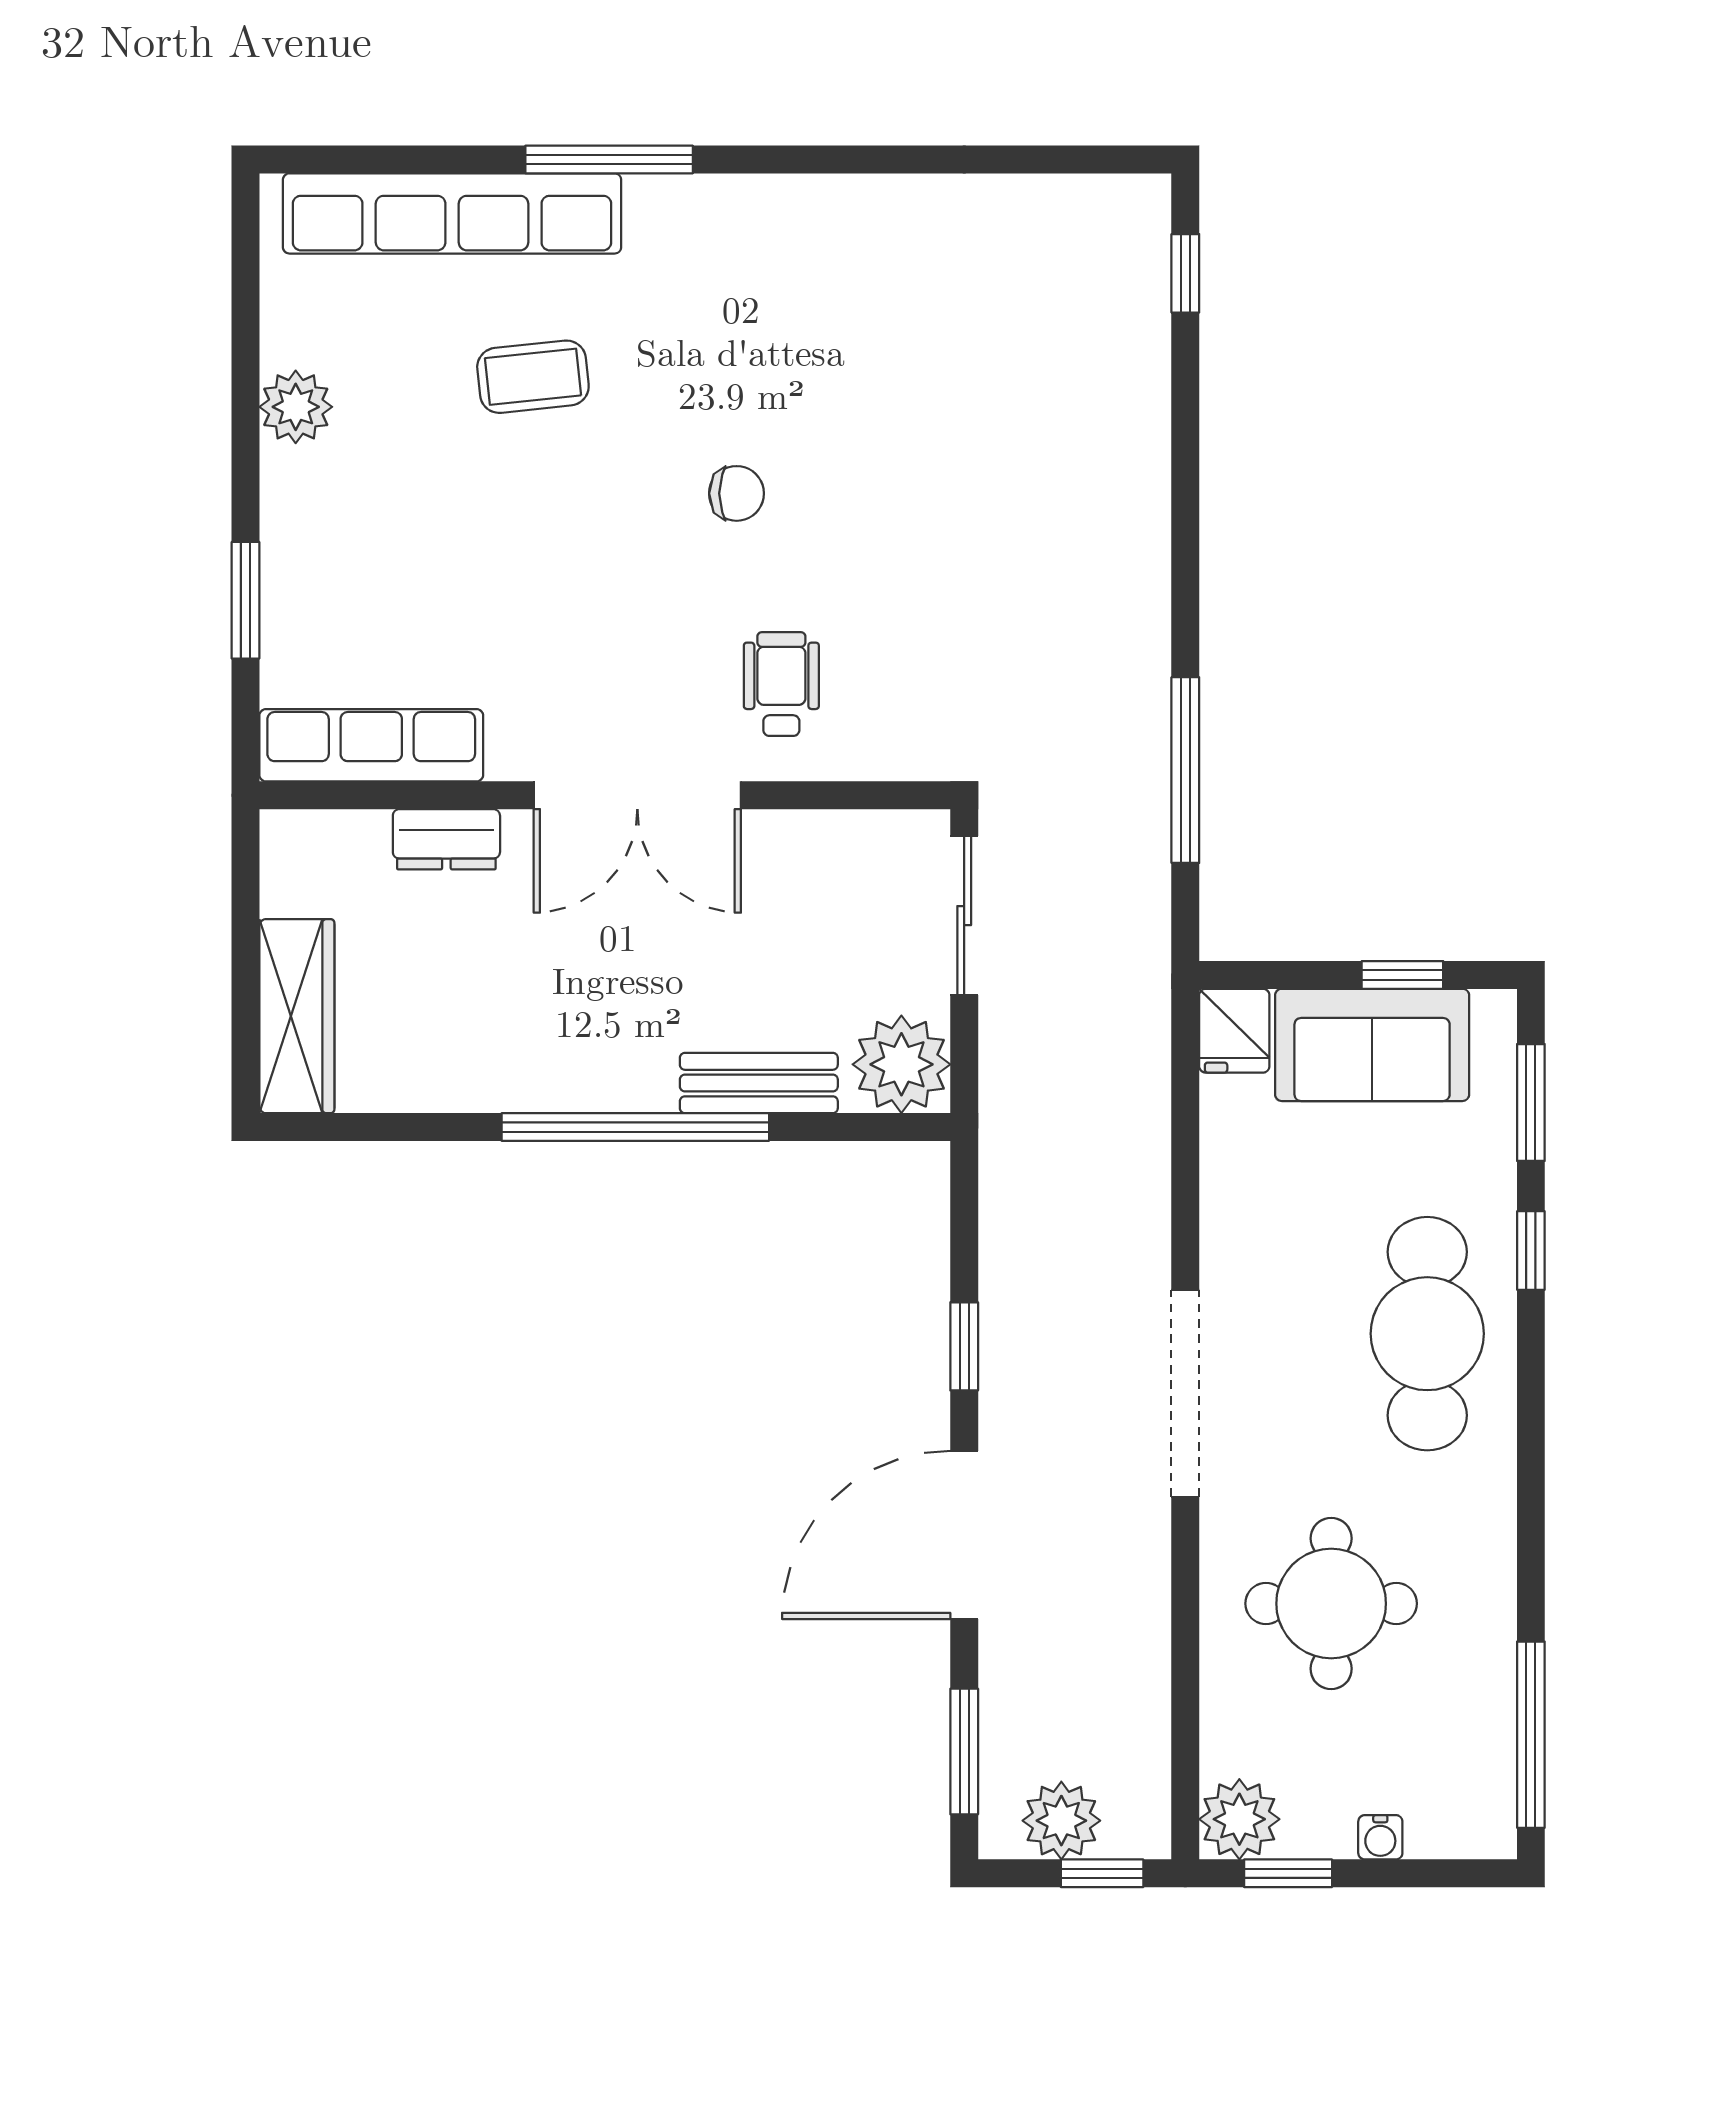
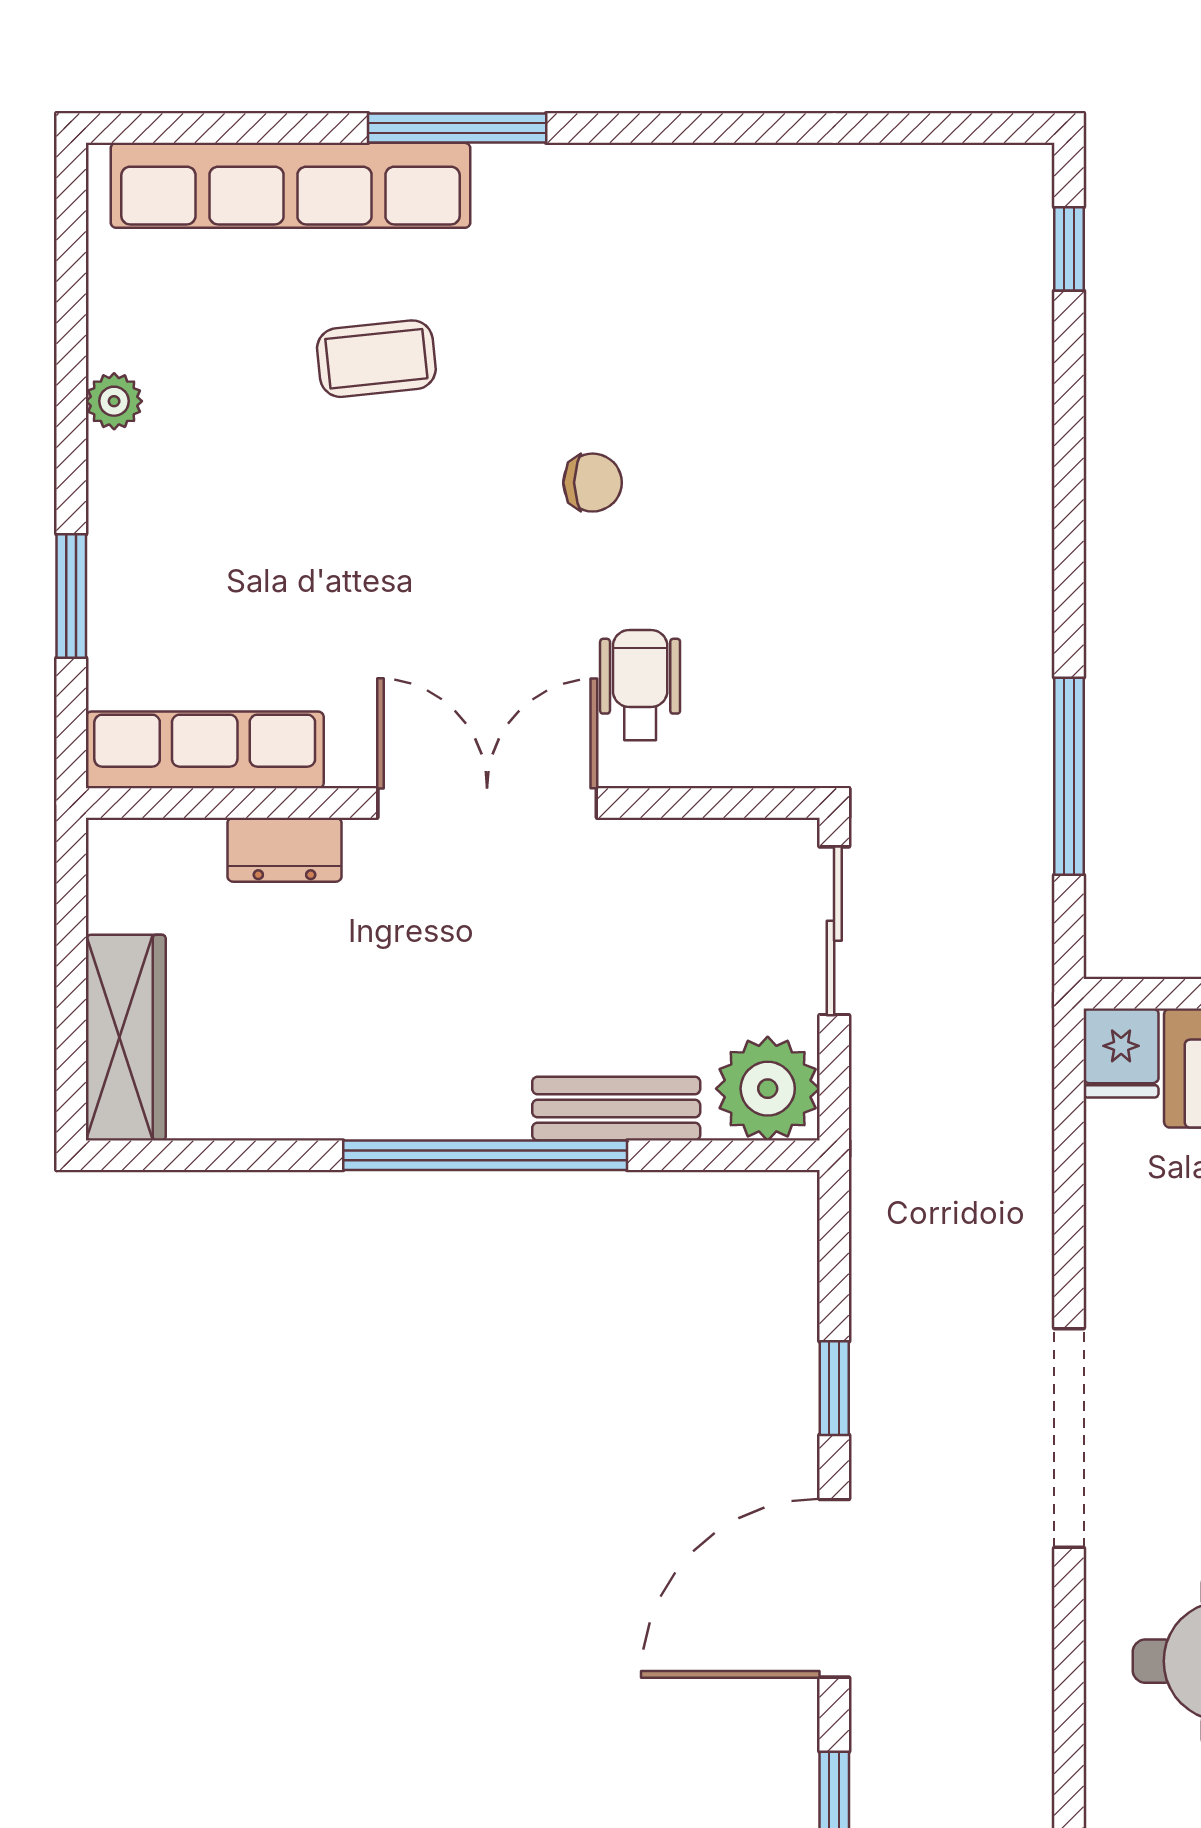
plant: (296, 407) -> (114, 401), width x0.73, depth x0.73
double door: (637, 795) -> (487, 803), swing flipped

